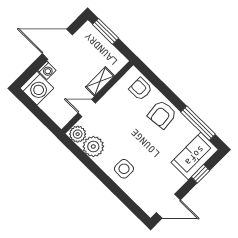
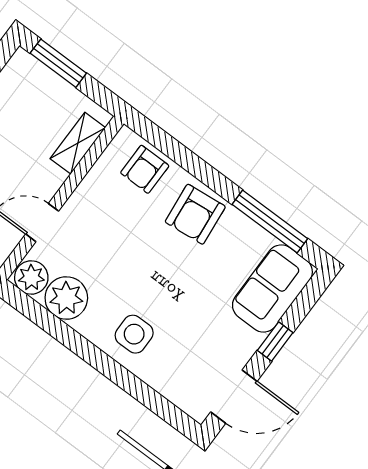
shelving: (100, 81) -> (78, 143), moved
armchair: (140, 89) -> (145, 169), turned -90
window: (201, 174) -> (275, 342), moved

